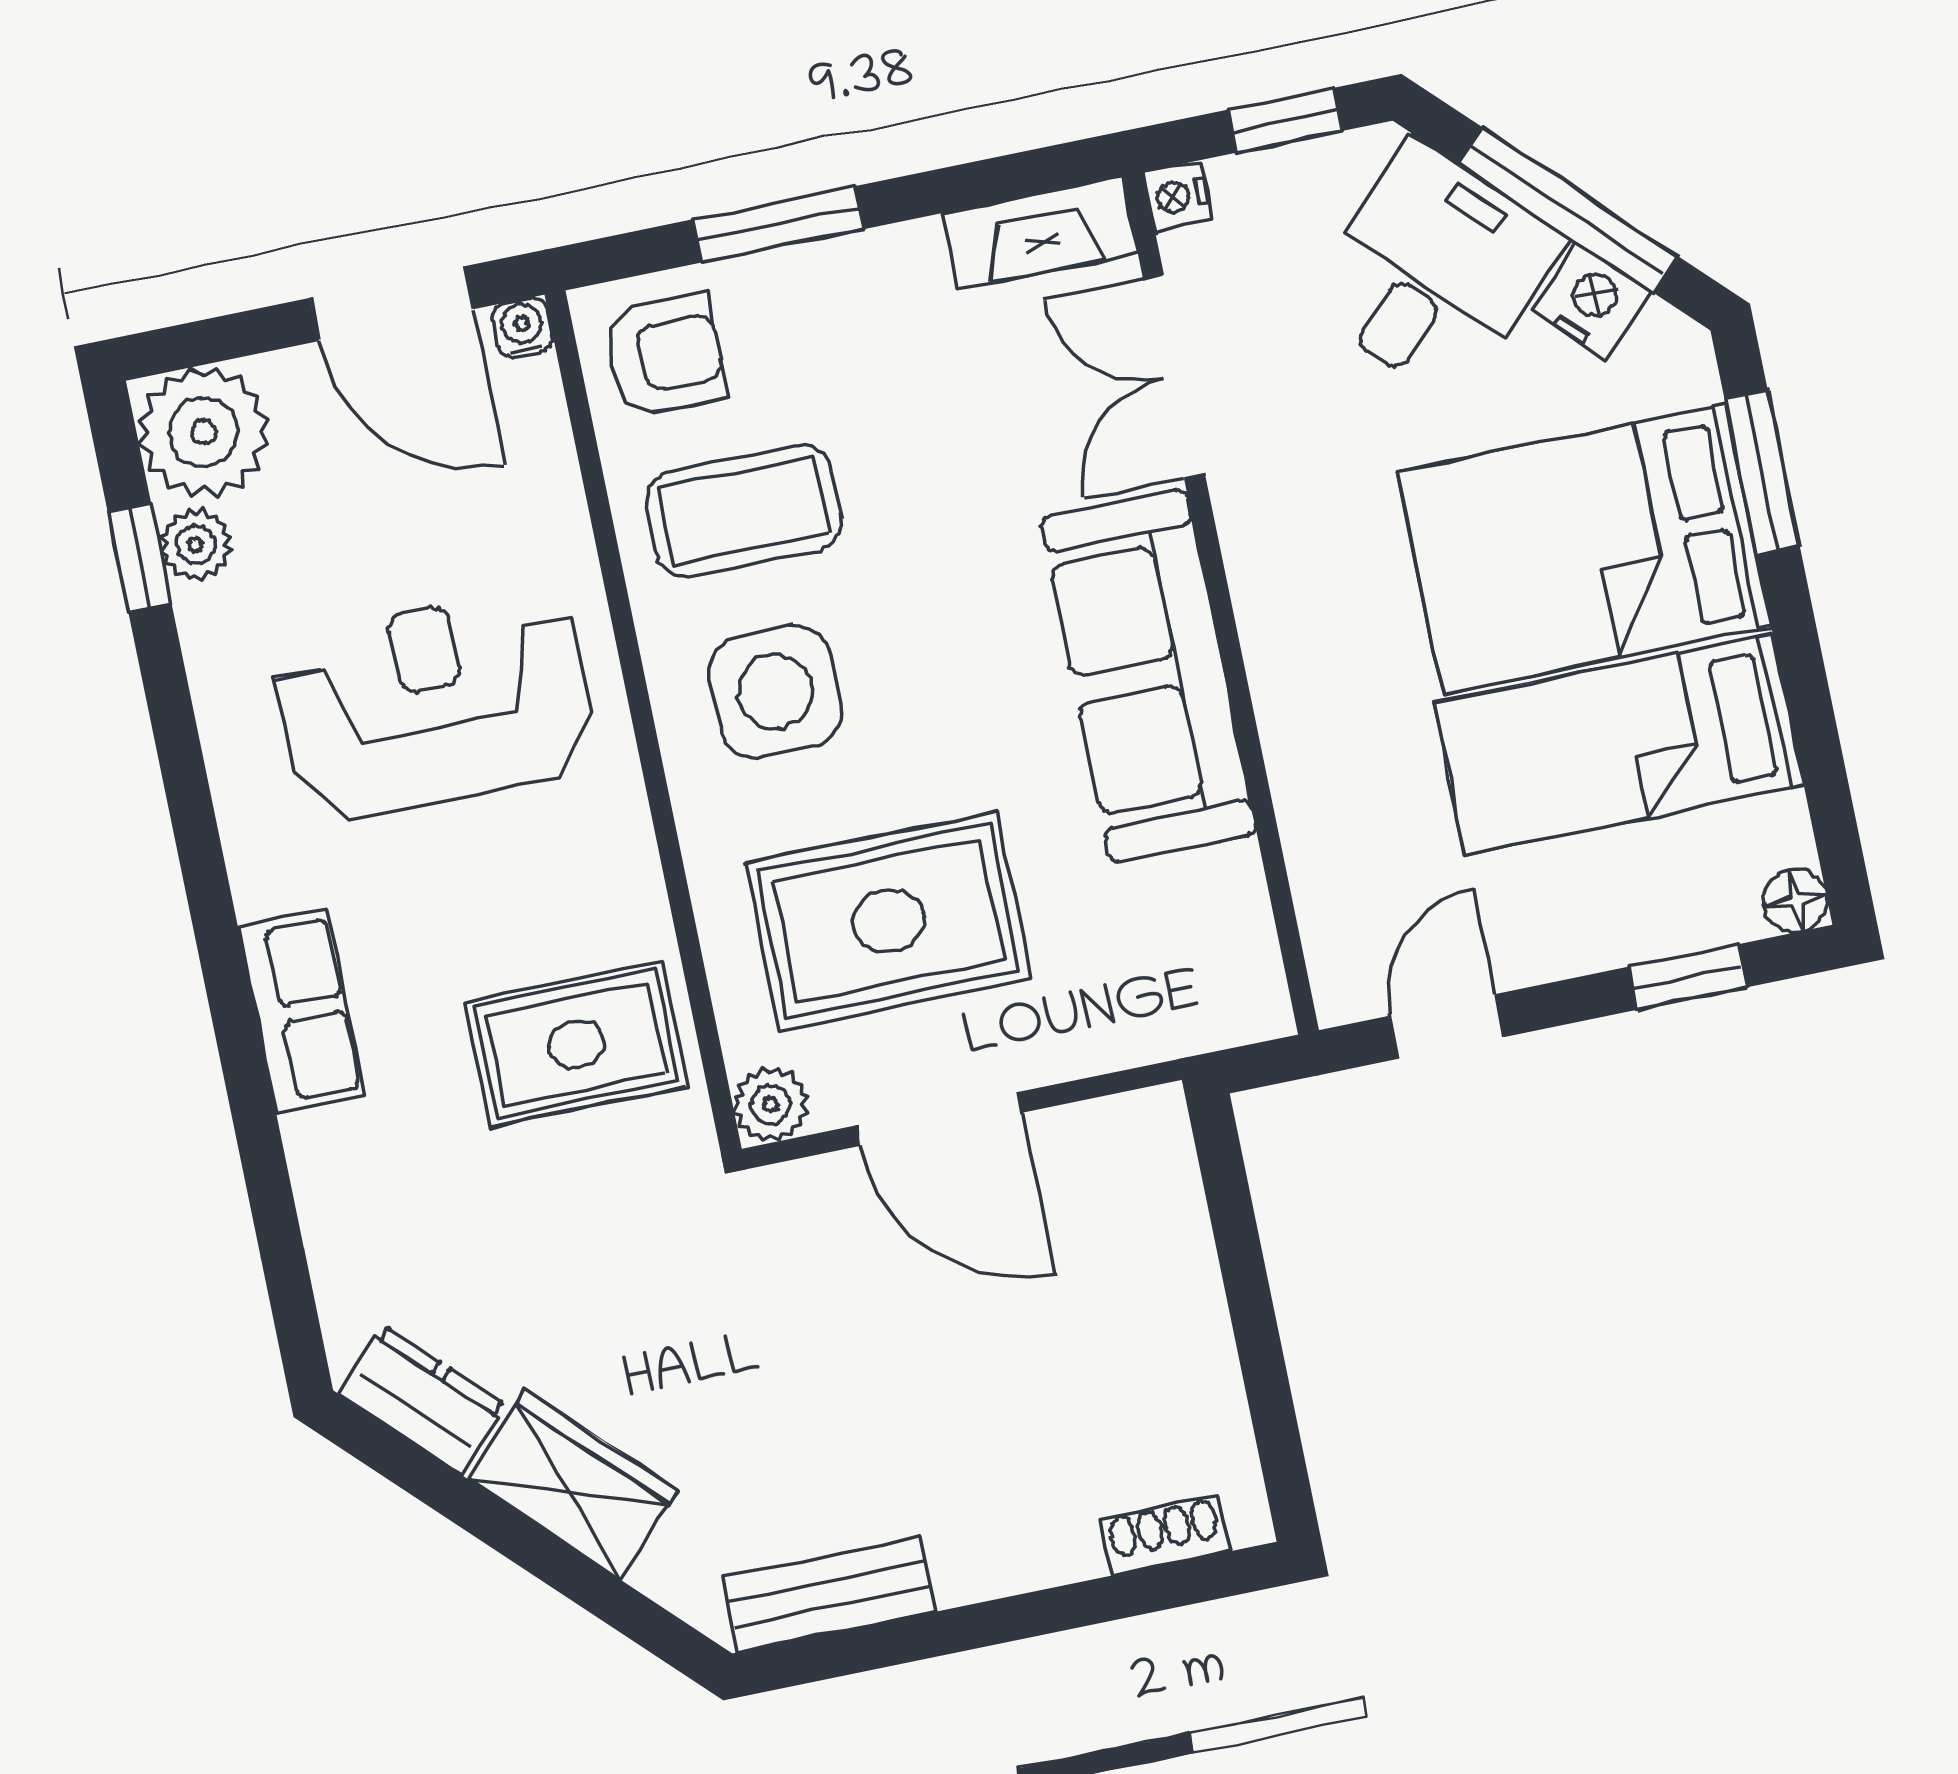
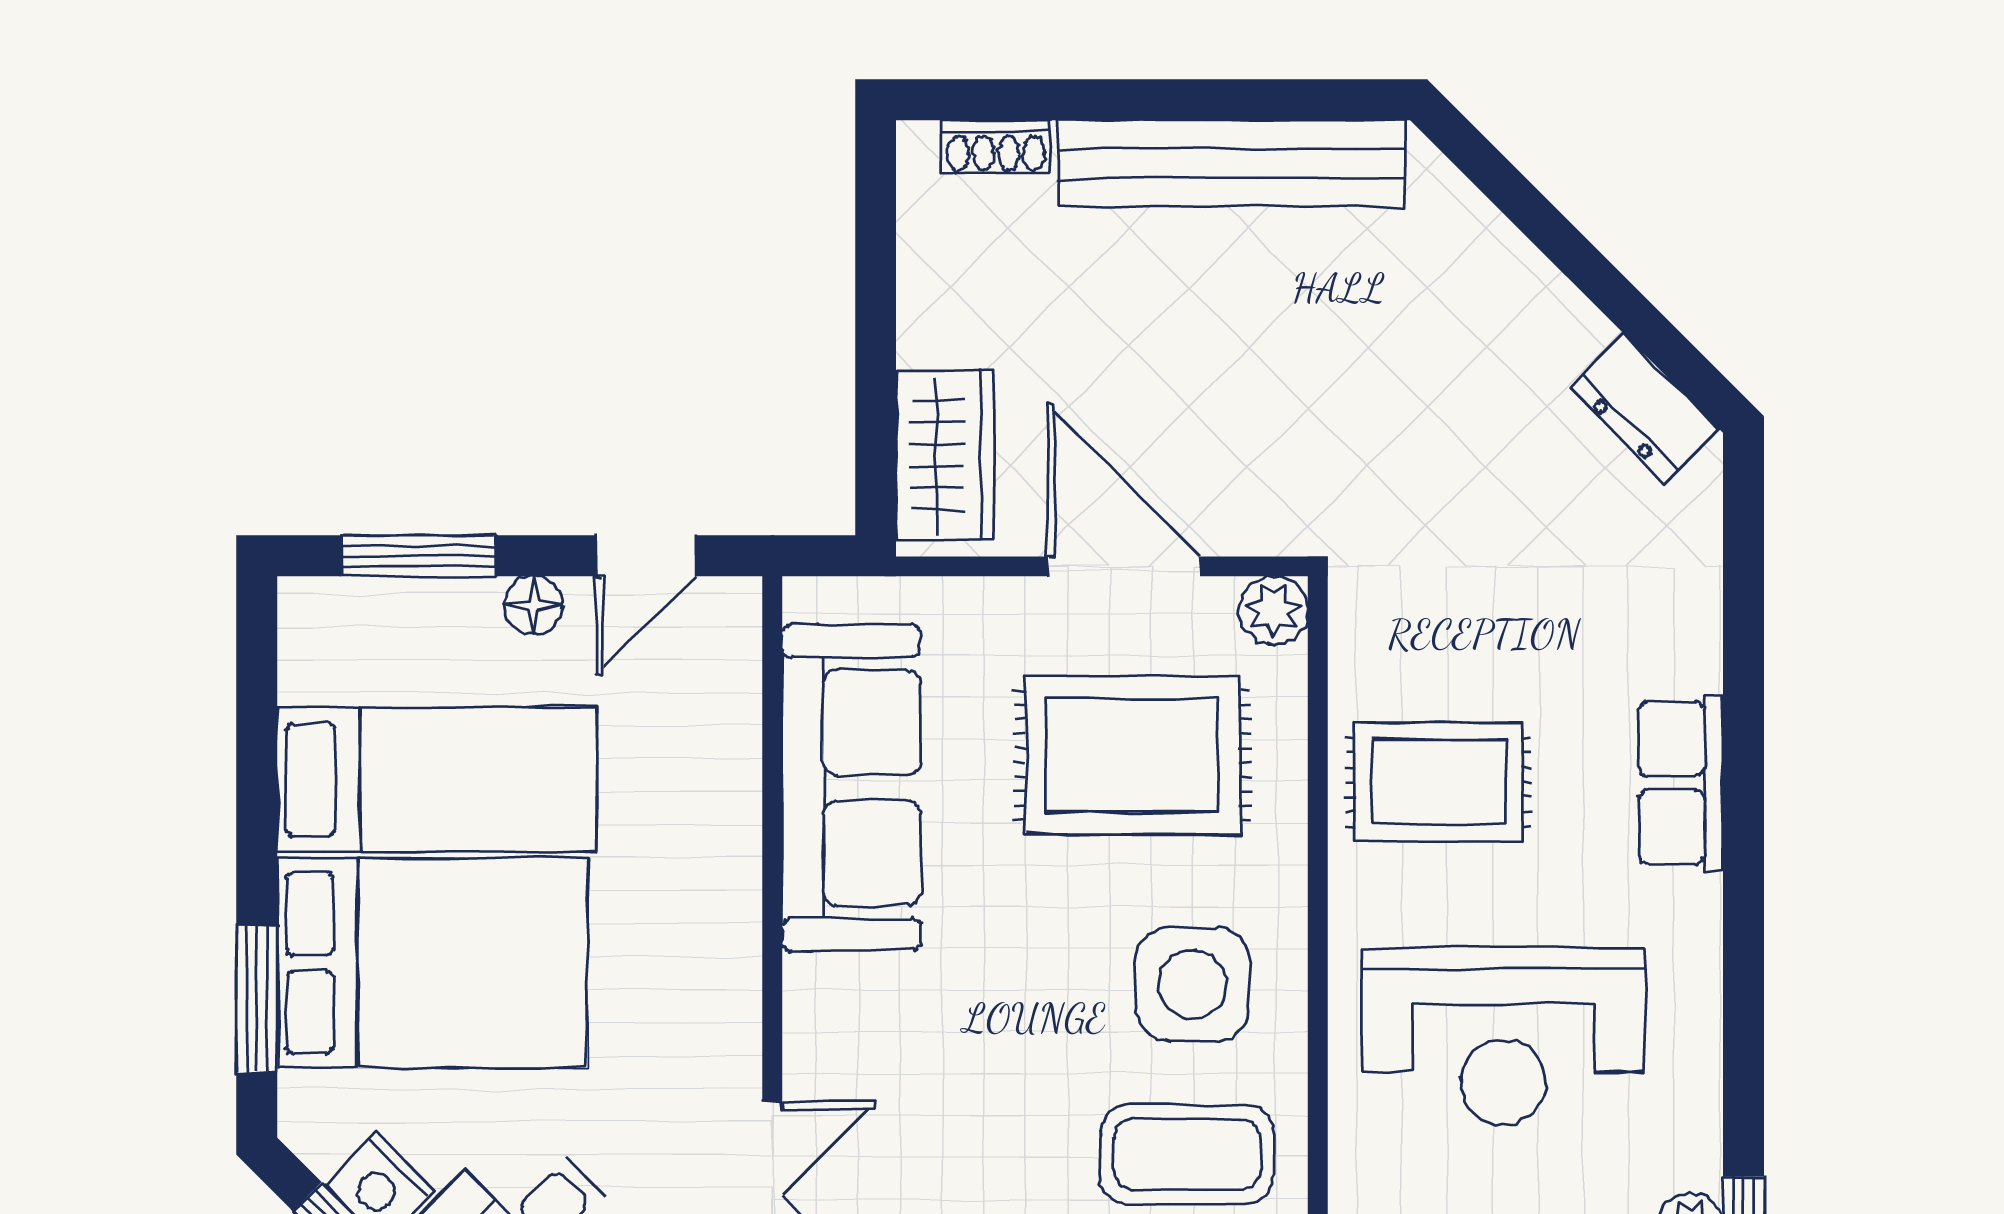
sofa: (1148, 676) -> (851, 788), moved
floor lamp: (1795, 900) -> (533, 605), moved
window: (1688, 977) -> (418, 556), width x1.50
rug: (576, 1044) -> (1439, 782), moved
wardrobe: (573, 1485) -> (945, 455), moved, turned -135
bench: (829, 1594) -> (1231, 163), width x1.86, depth x1.21

